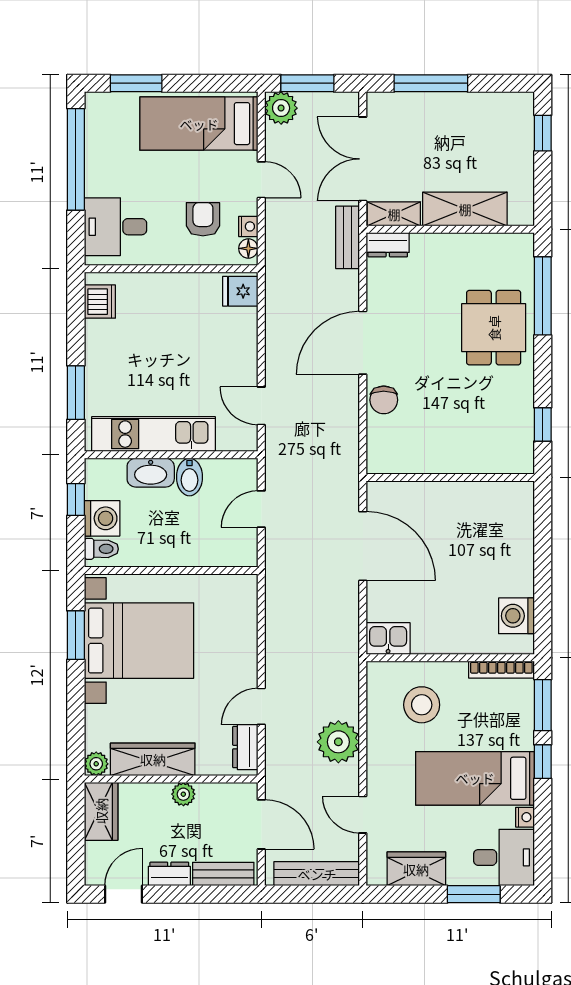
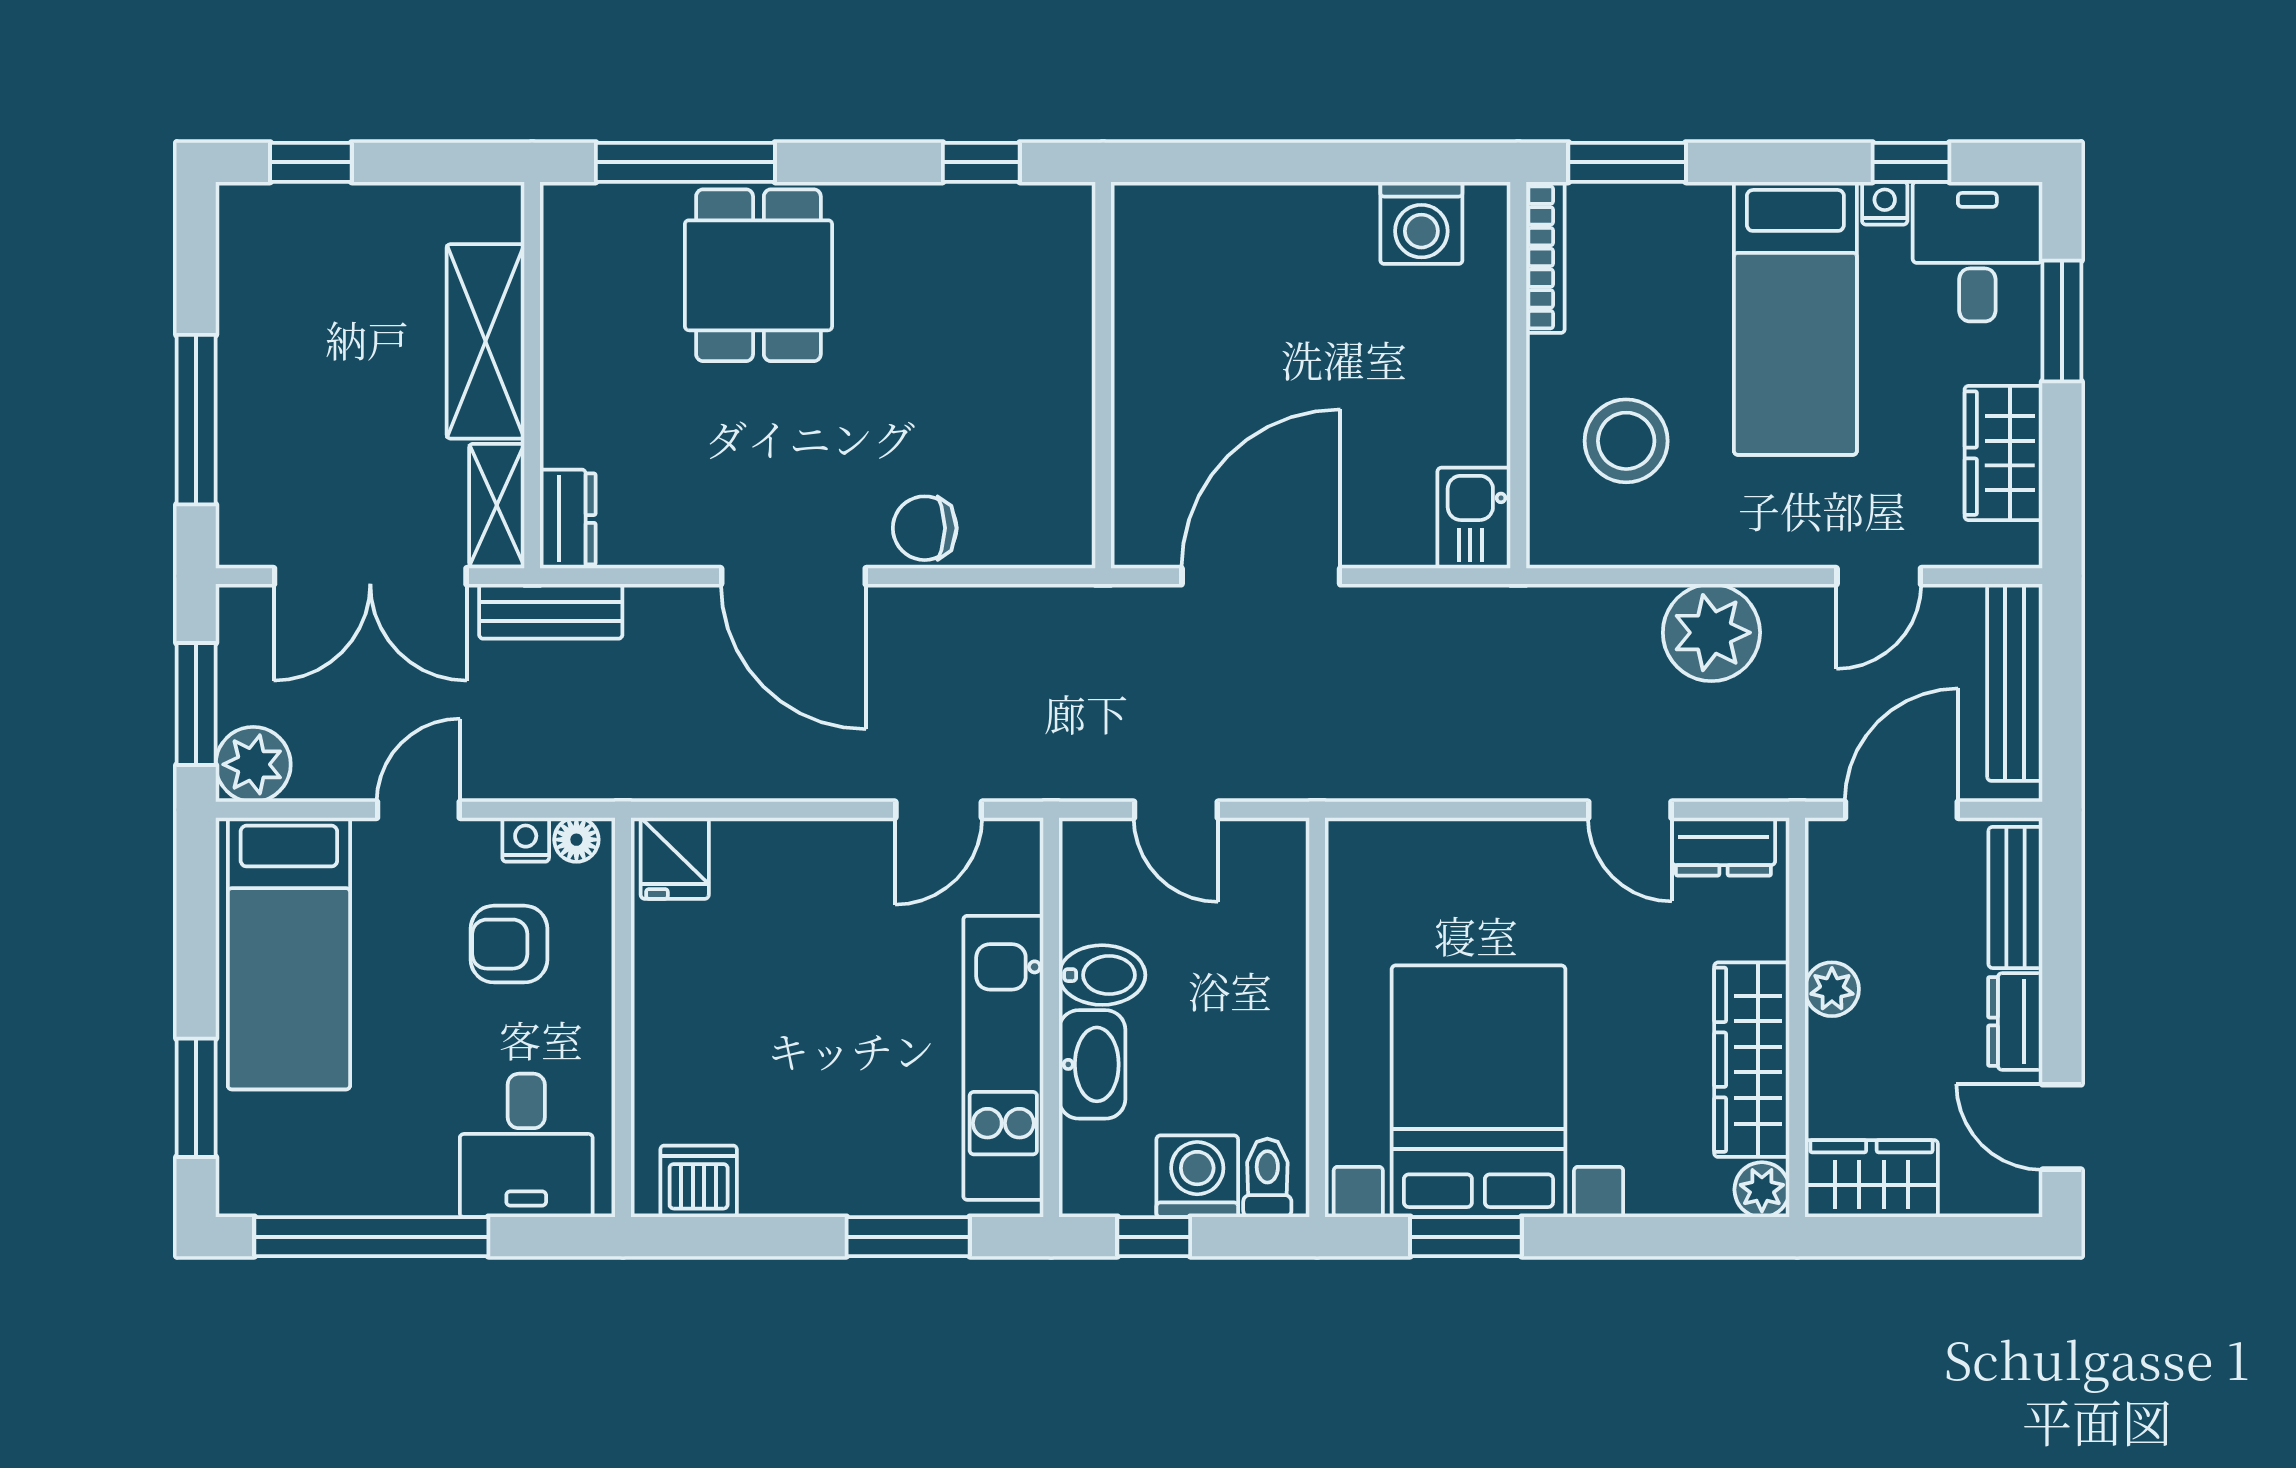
dining table: (494, 328) -> (758, 275), turned 90
chair: (384, 400) -> (925, 528), turned 180
window: (543, 762) -> (1911, 162), moved

